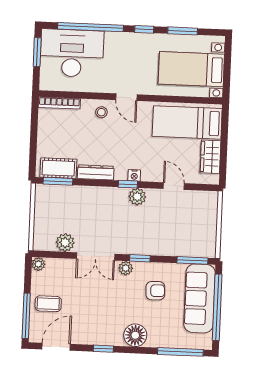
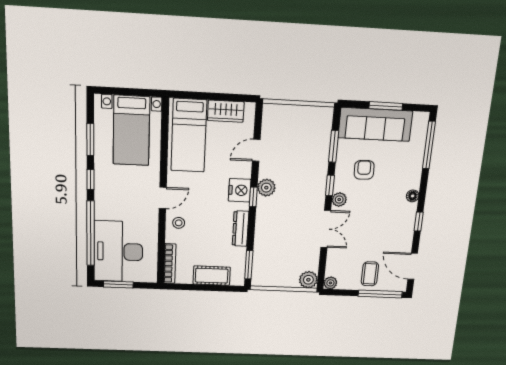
cot: (58, 168) -> (212, 276), moved, turned 90
nightstand: (134, 175) -> (240, 190), width x1.89, depth x1.79
plant: (65, 243) -> (308, 280), moved
window: (192, 260) -> (334, 146), moved
window: (217, 307) -> (386, 106), width x0.47
floor lamp: (135, 335) -> (413, 196), width x0.53, depth x0.53

